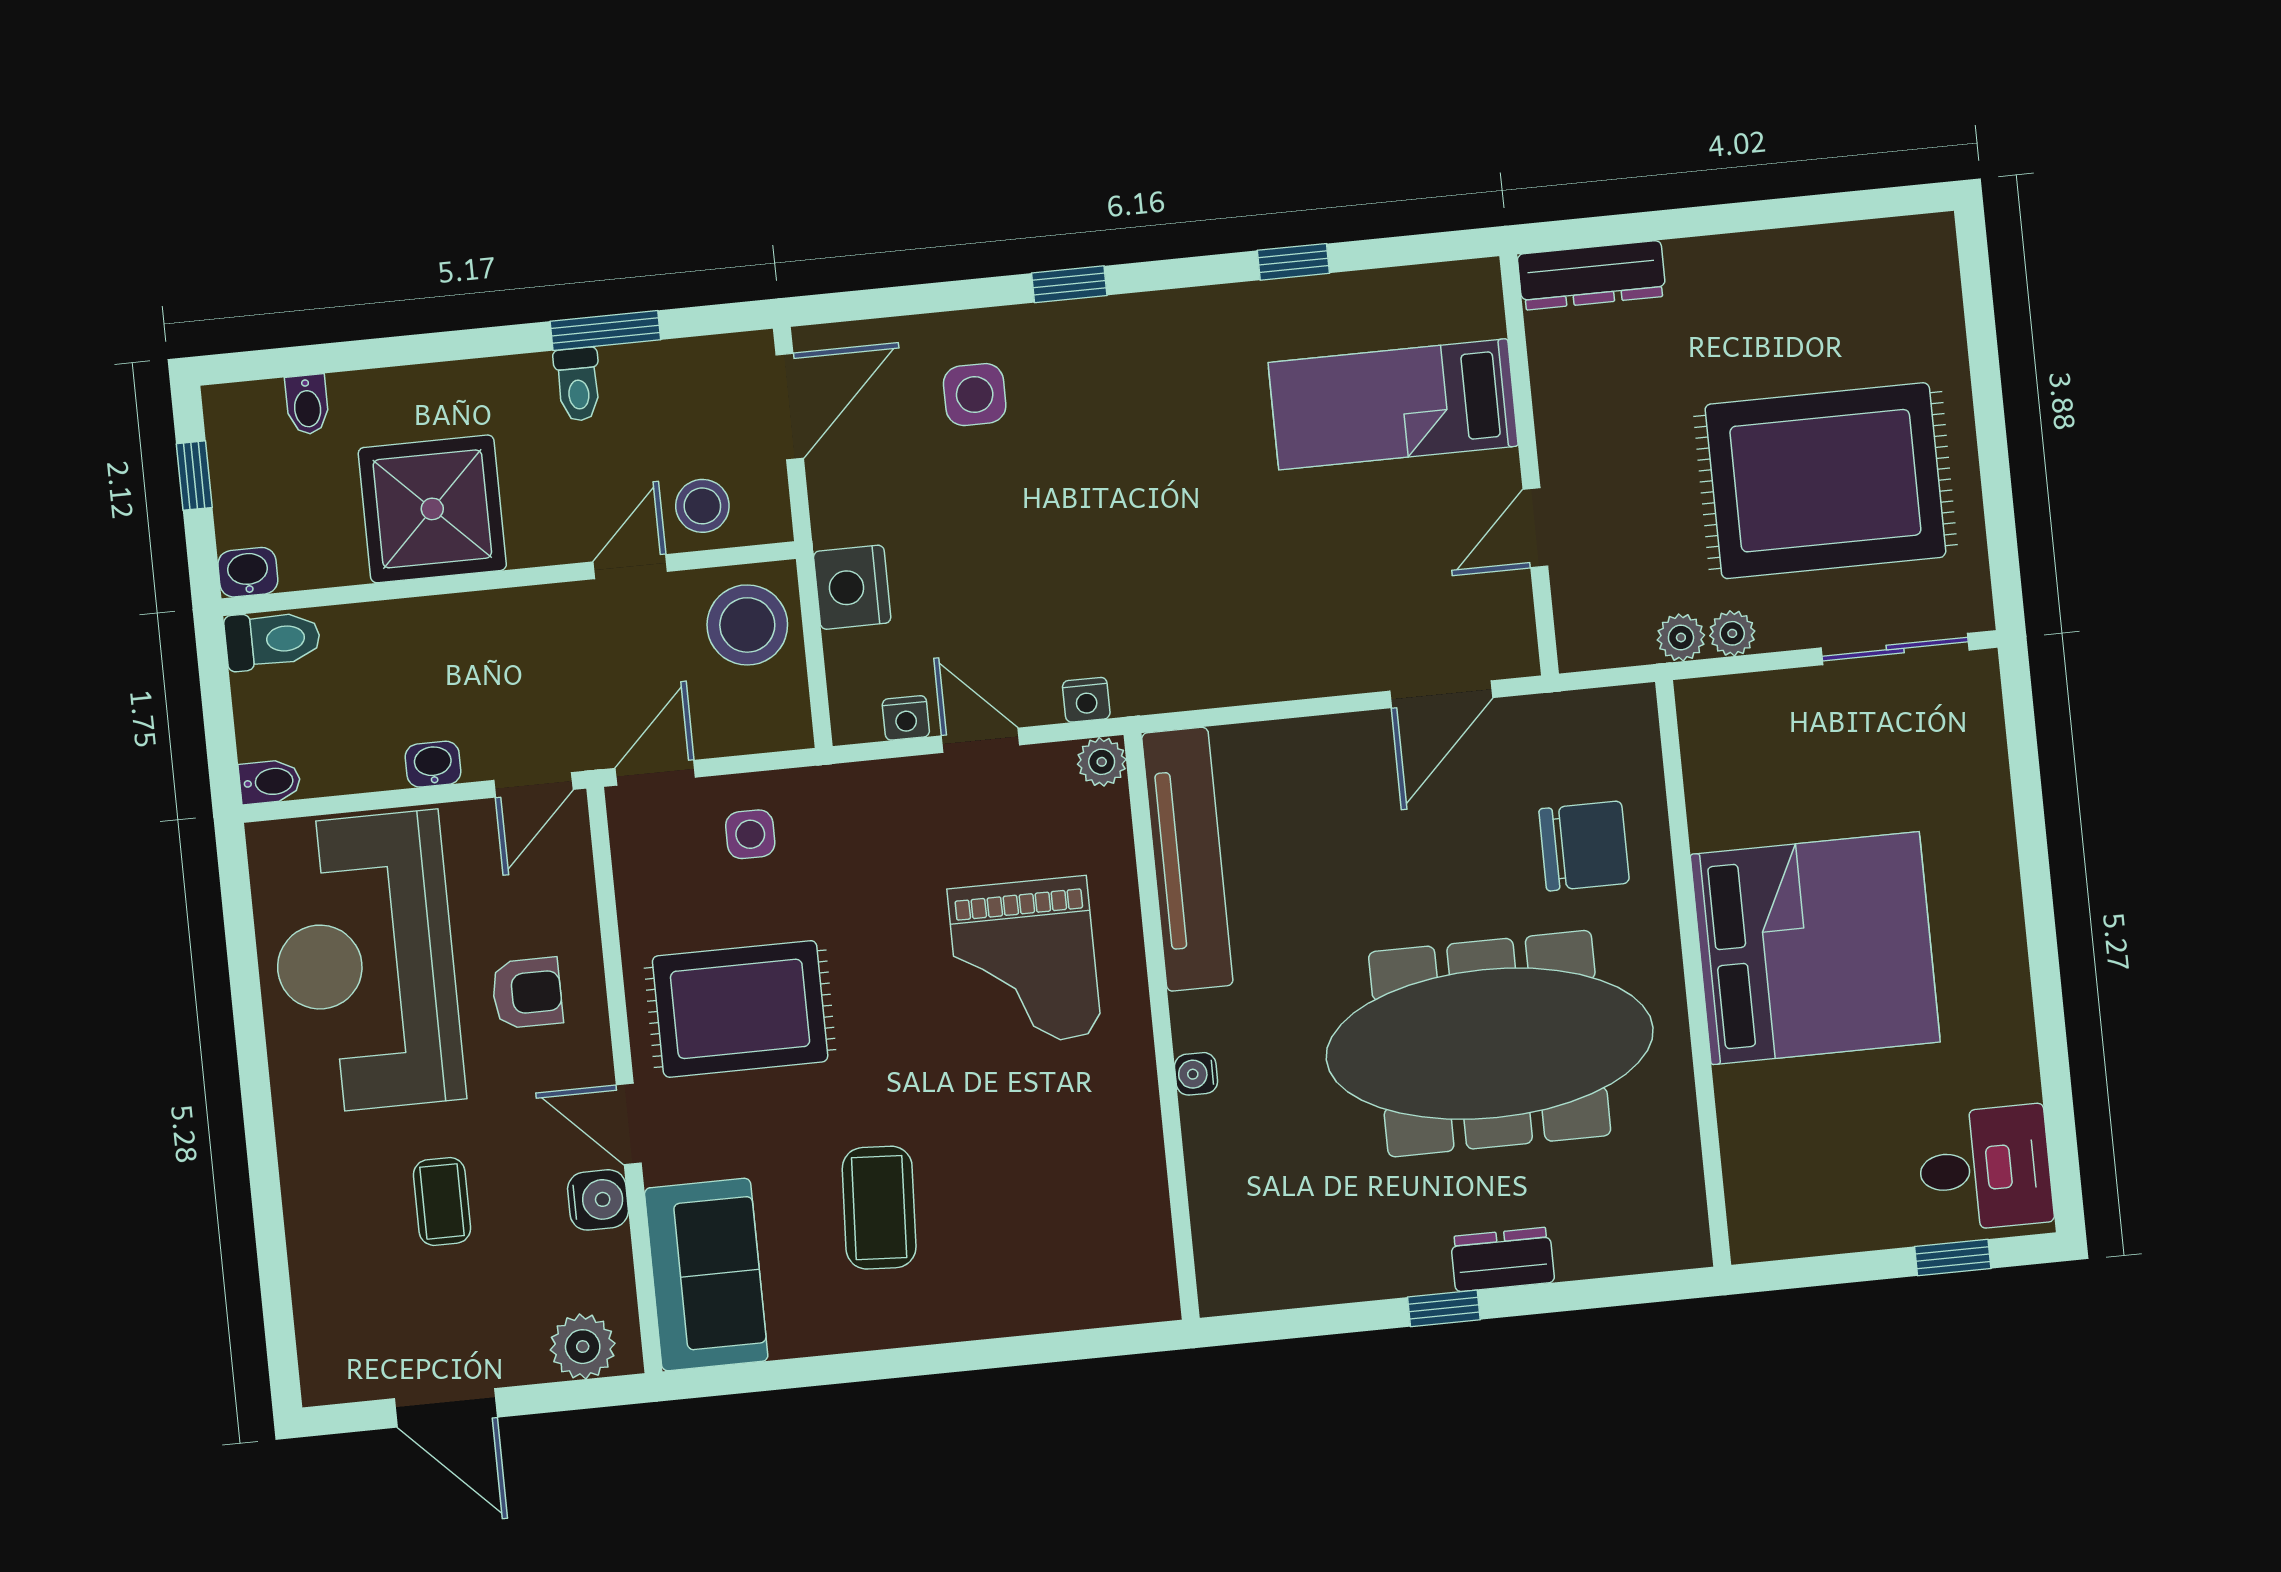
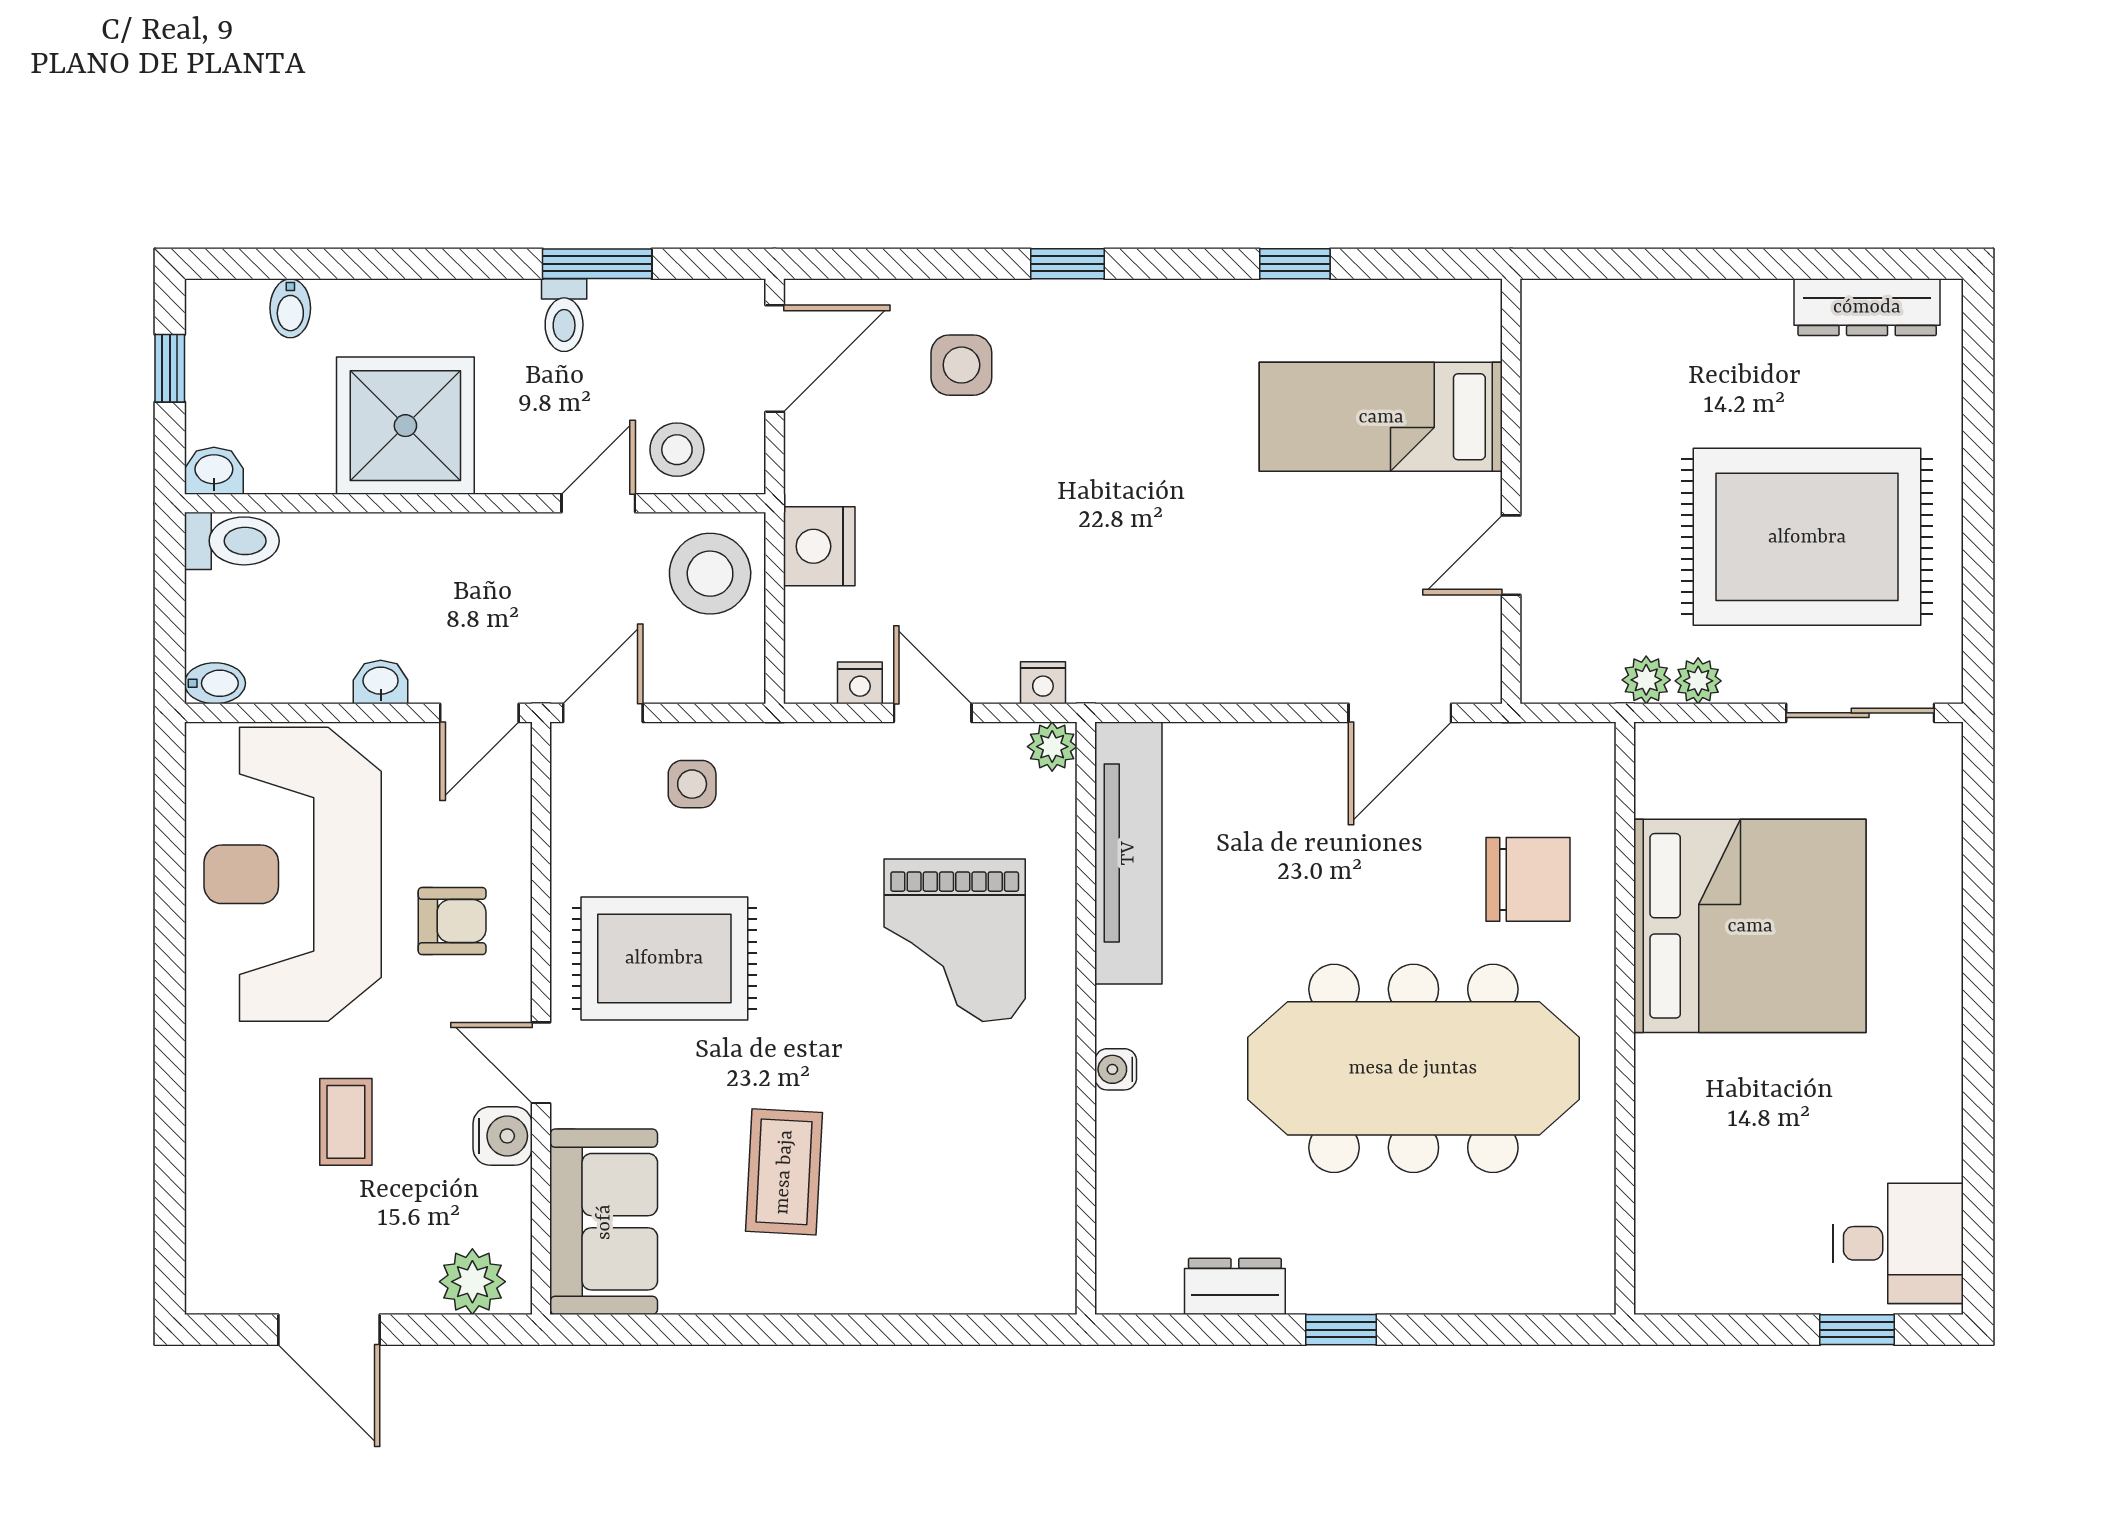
dresser: (1592, 275) -> (1867, 307), moved
bed: (1815, 948) -> (1750, 926), moved
dresser: (1503, 1259) -> (1235, 1286), moved

